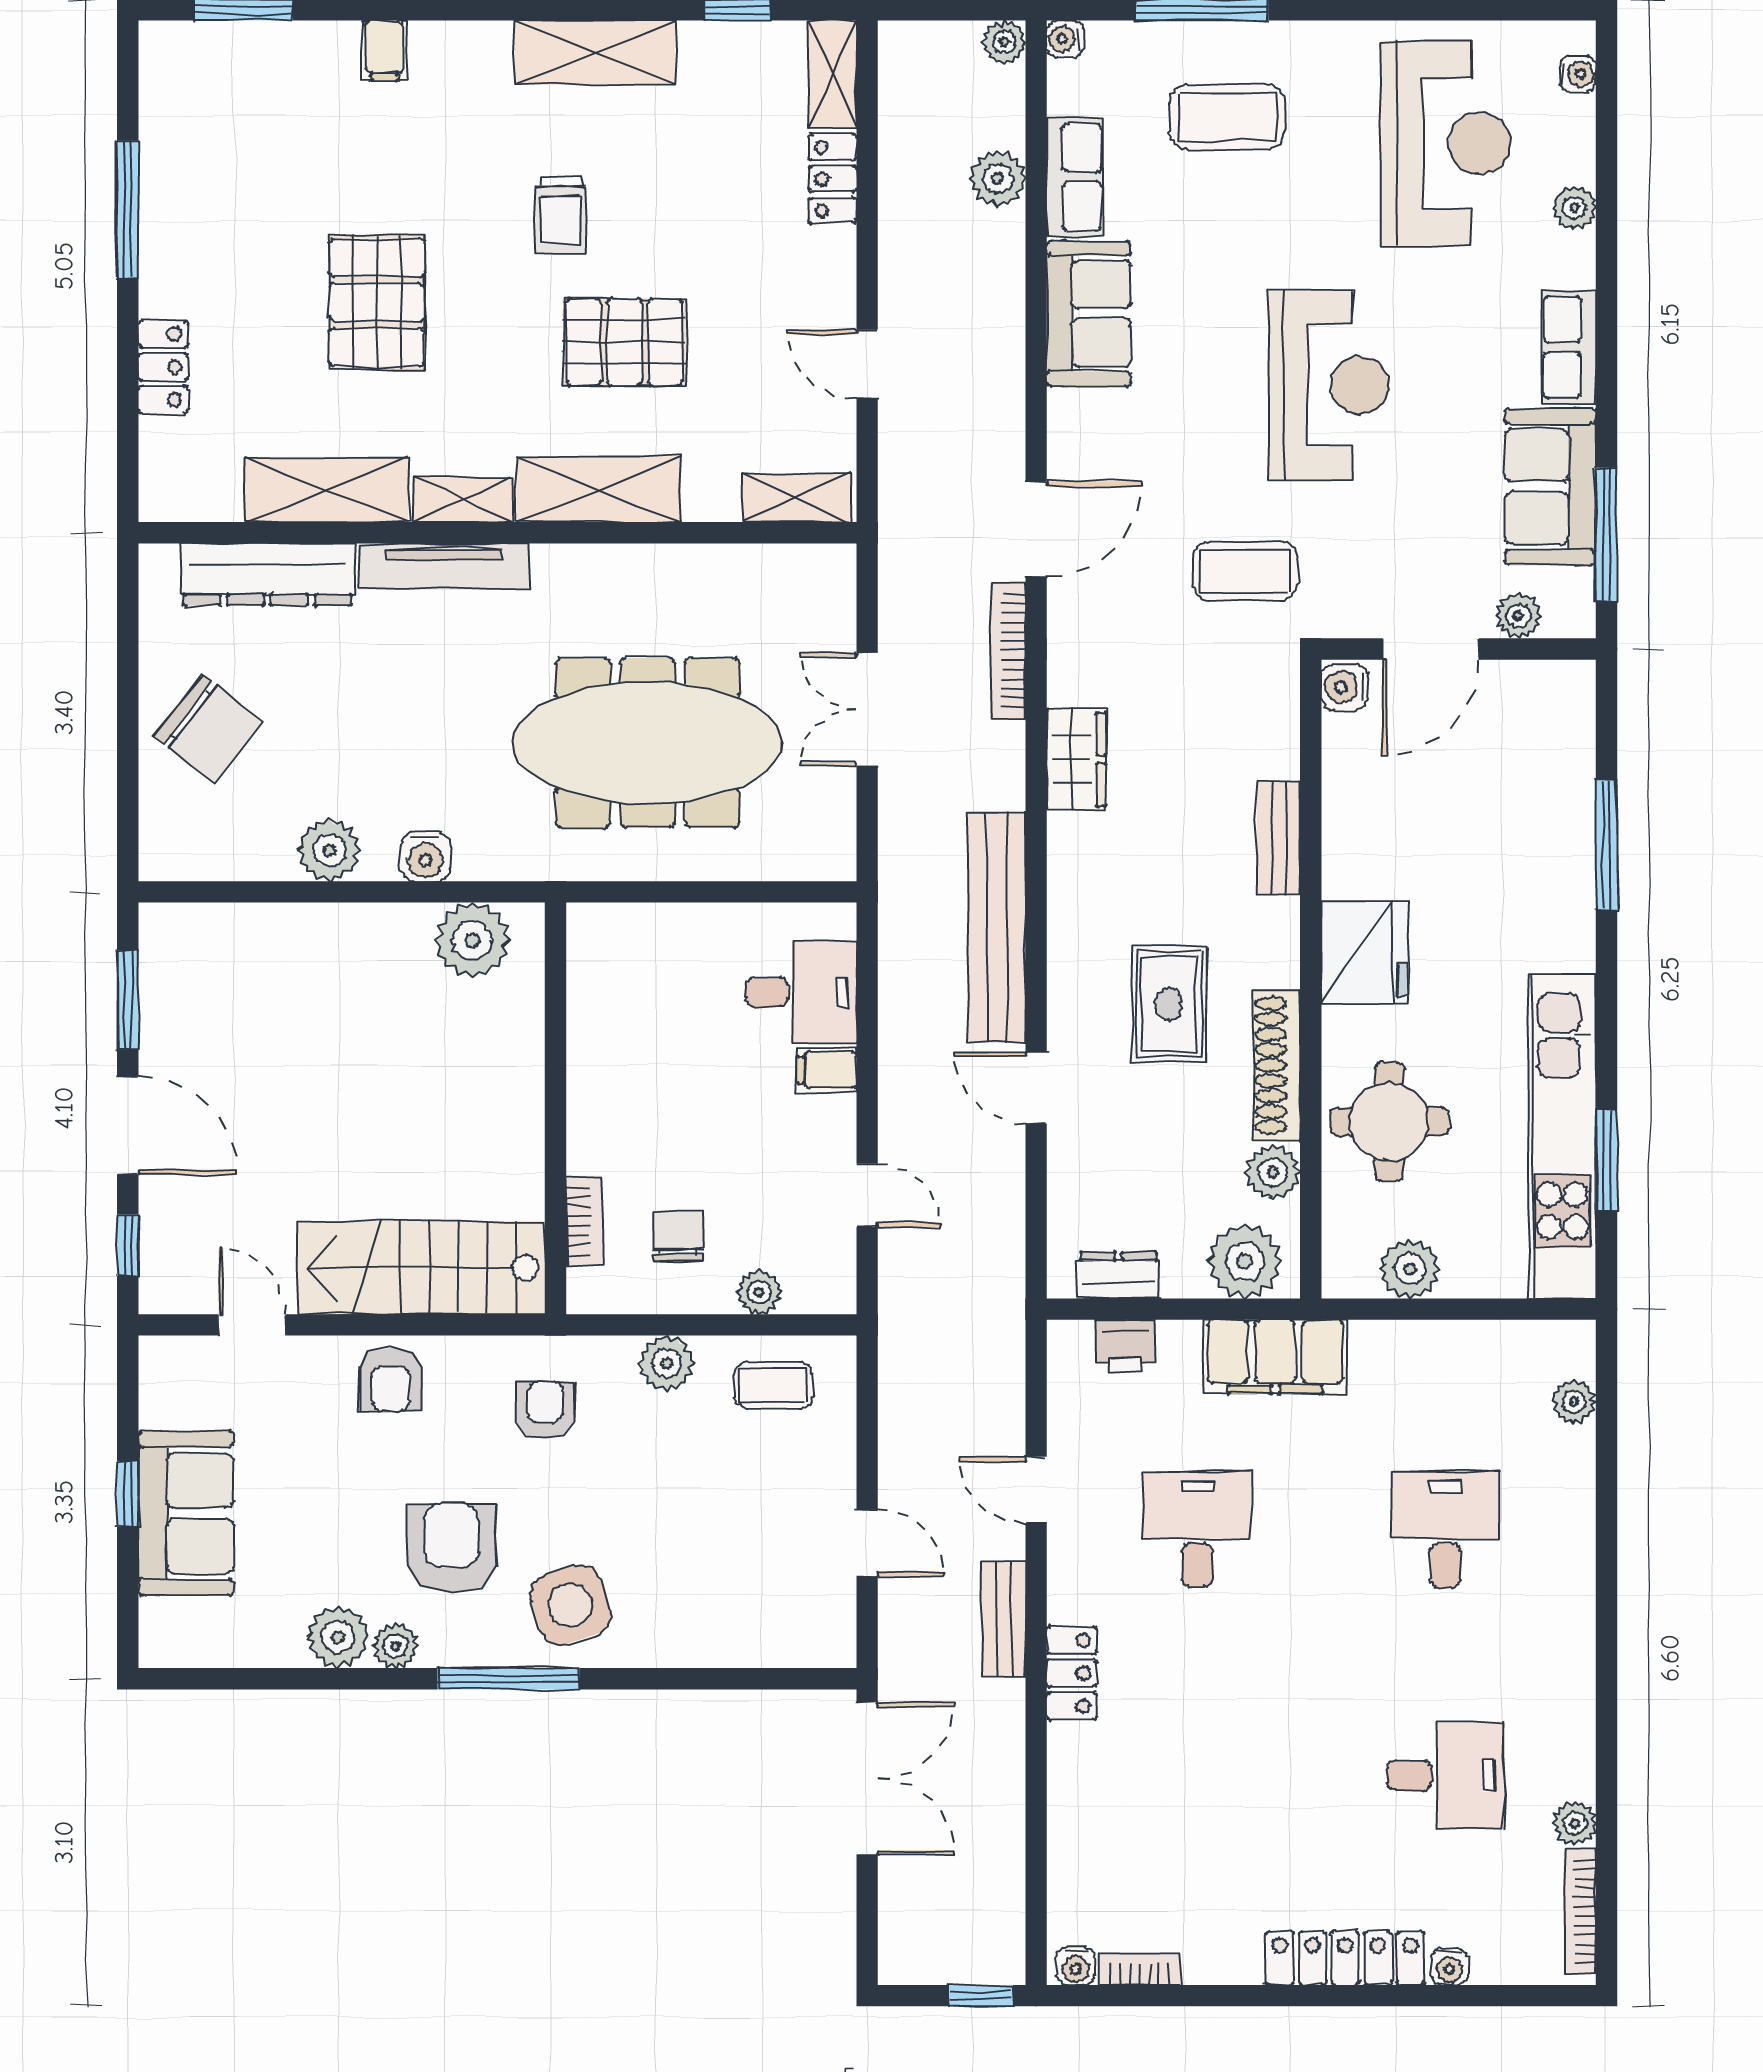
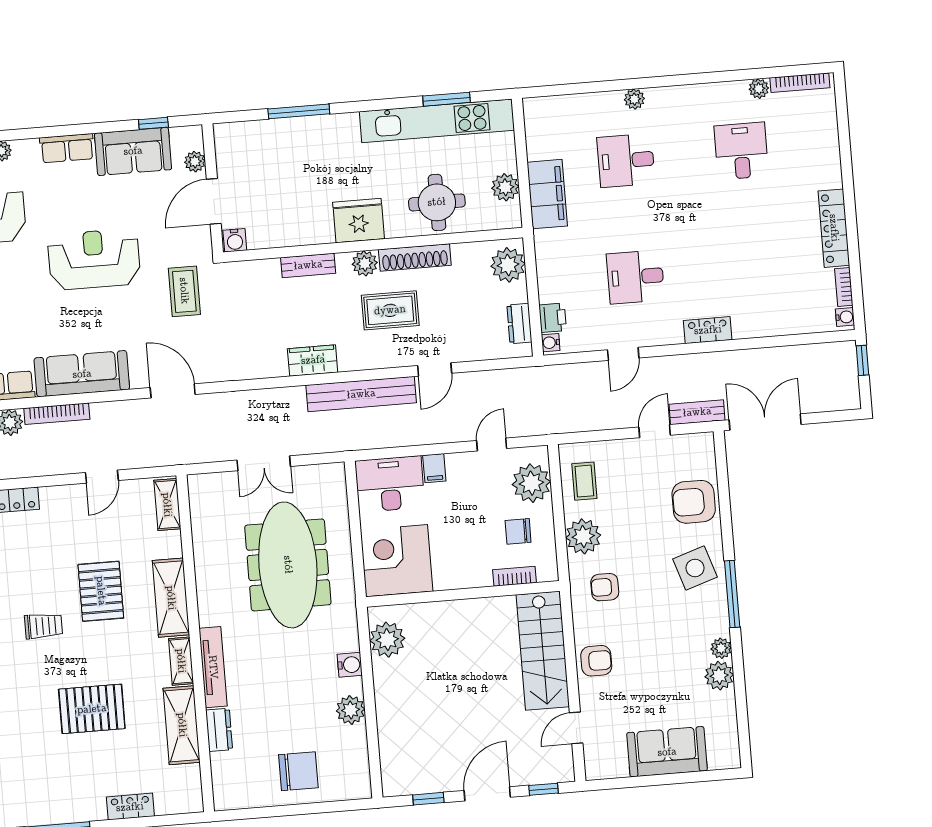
sofa: (1089, 313) -> (82, 374), width x1.36
window: (1607, 535) -> (153, 123), width x0.46
dresser: (267, 574) -> (219, 730), width x0.51, depth x0.80
door: (1431, 649) -> (214, 201), swing flipped
bookcase: (1008, 651) -> (57, 414), moved
chair: (209, 729) -> (298, 771), turned 52
wardrobe: (1076, 759) -> (313, 360), moved
corner desk: (638, 974) -> (397, 561), added
desk: (801, 992) -> (390, 484), width x1.37
window: (128, 1000) -> (428, 799), width x0.67
plant: (1273, 1172) -> (365, 263), moved
plant: (759, 1292) -> (531, 483), width x1.87, depth x1.87
filing cabinet: (1275, 1357) -> (547, 194), moved
plant: (667, 1363) -> (583, 536), width x1.36, depth x1.36
plant: (1574, 1402) -> (634, 99), moved
window: (128, 1494) -> (660, 780), removed
armchair: (451, 1548) -> (694, 502), moved
bench: (1004, 1619) -> (697, 412), moved
locker: (1345, 1958) -> (834, 228), moved
water cooler: (1449, 1967) -> (551, 343), moved, turned 180

